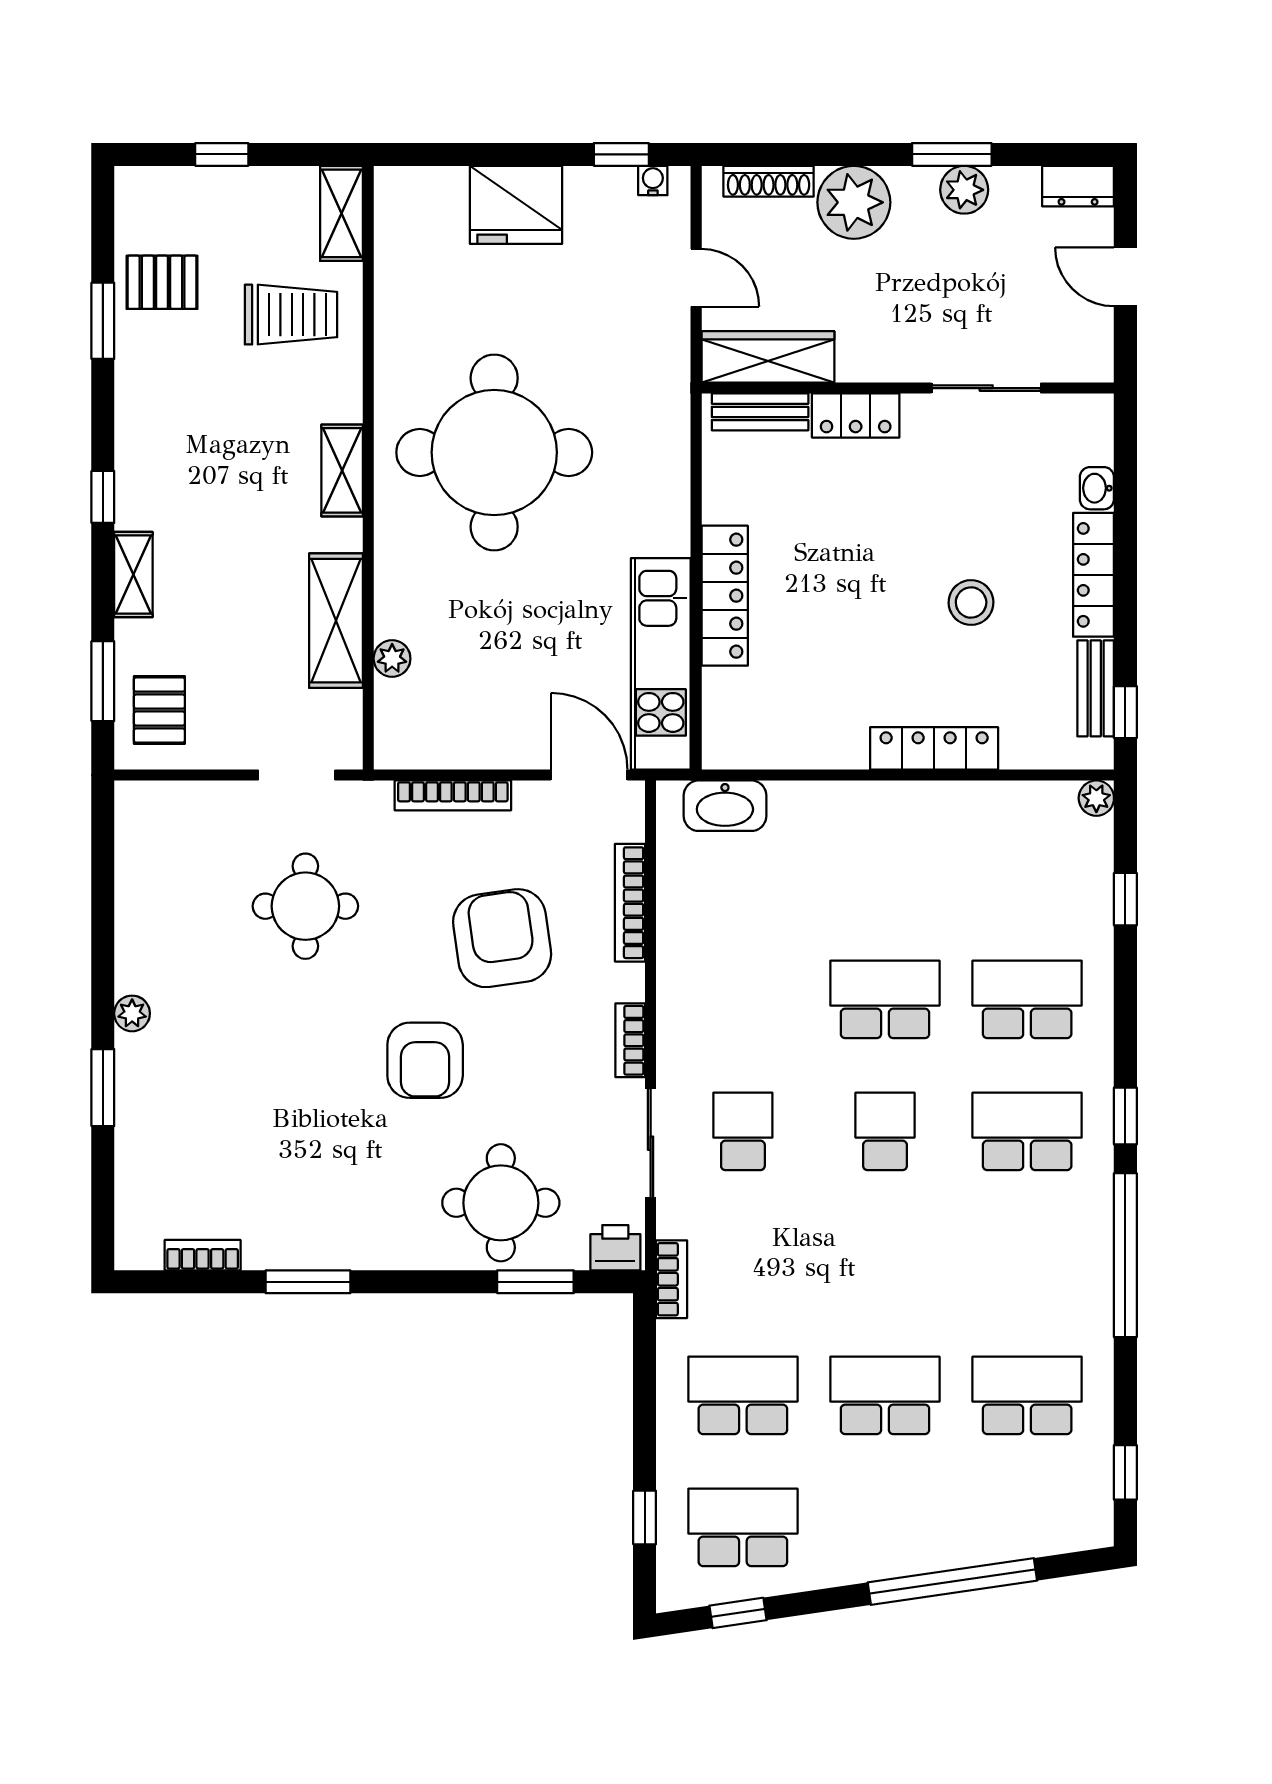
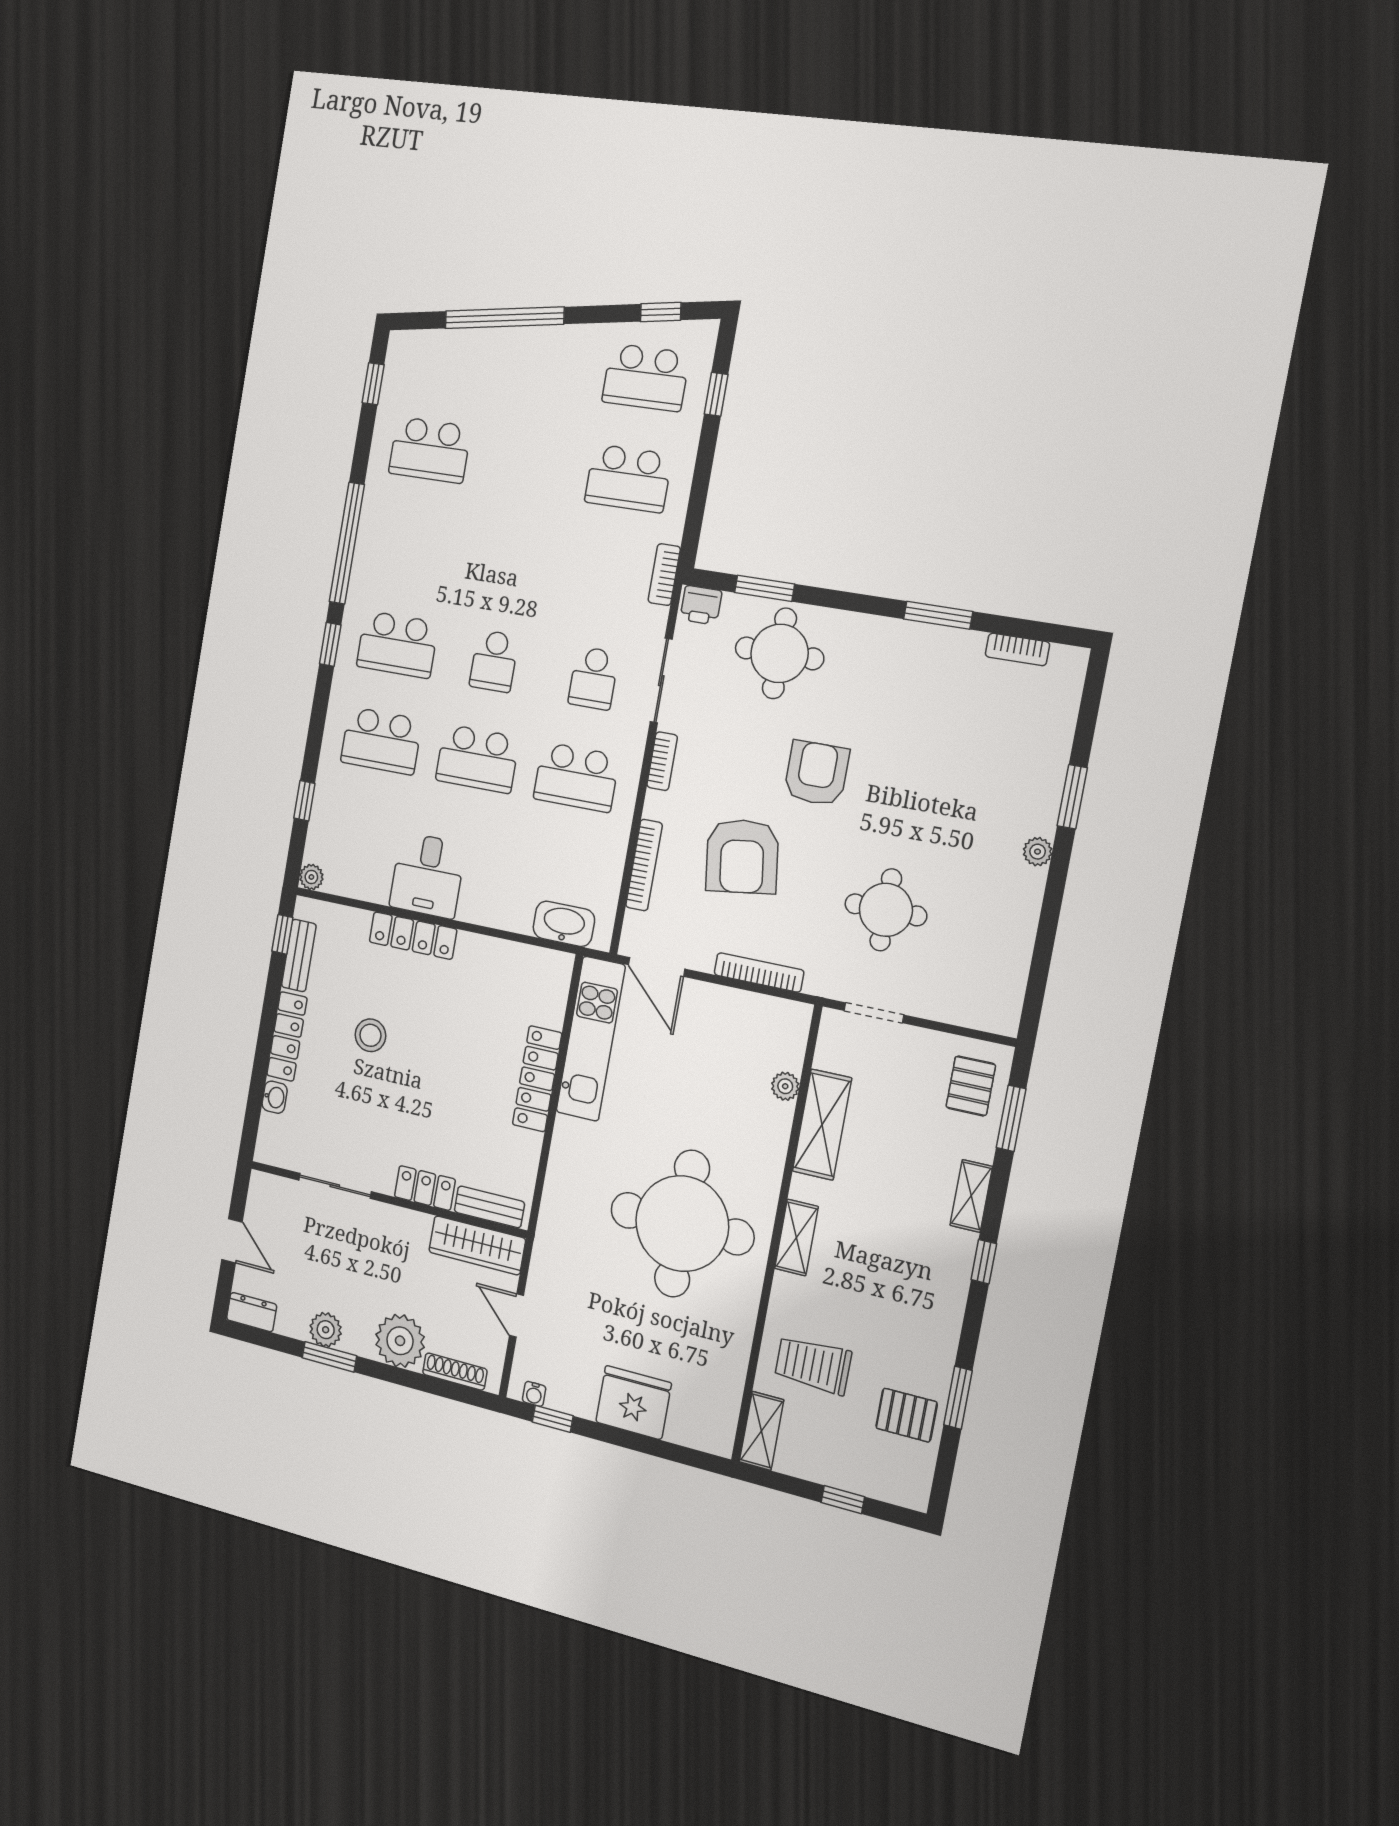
desk: (928, 833) -> (428, 875), added
school desk: (885, 1395) -> (576, 777), moved

